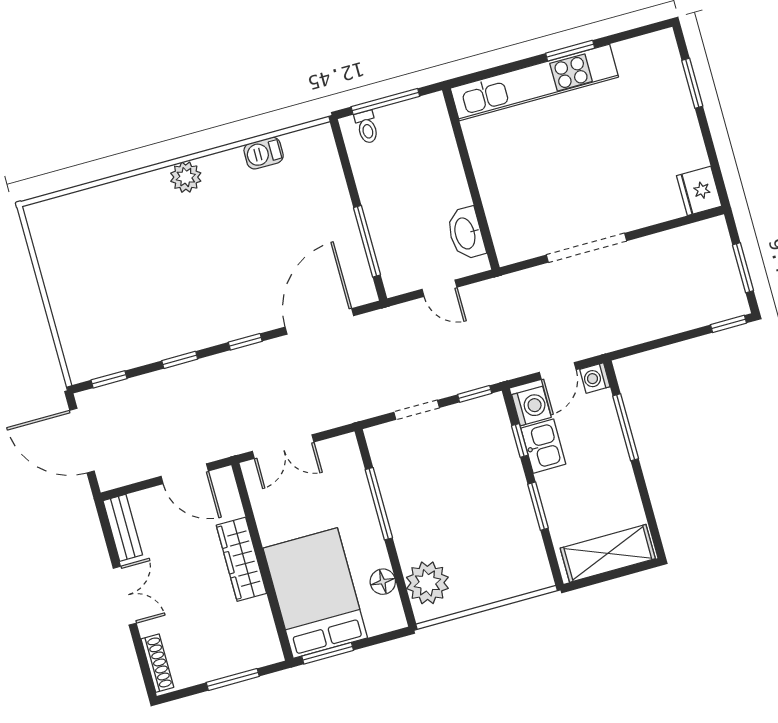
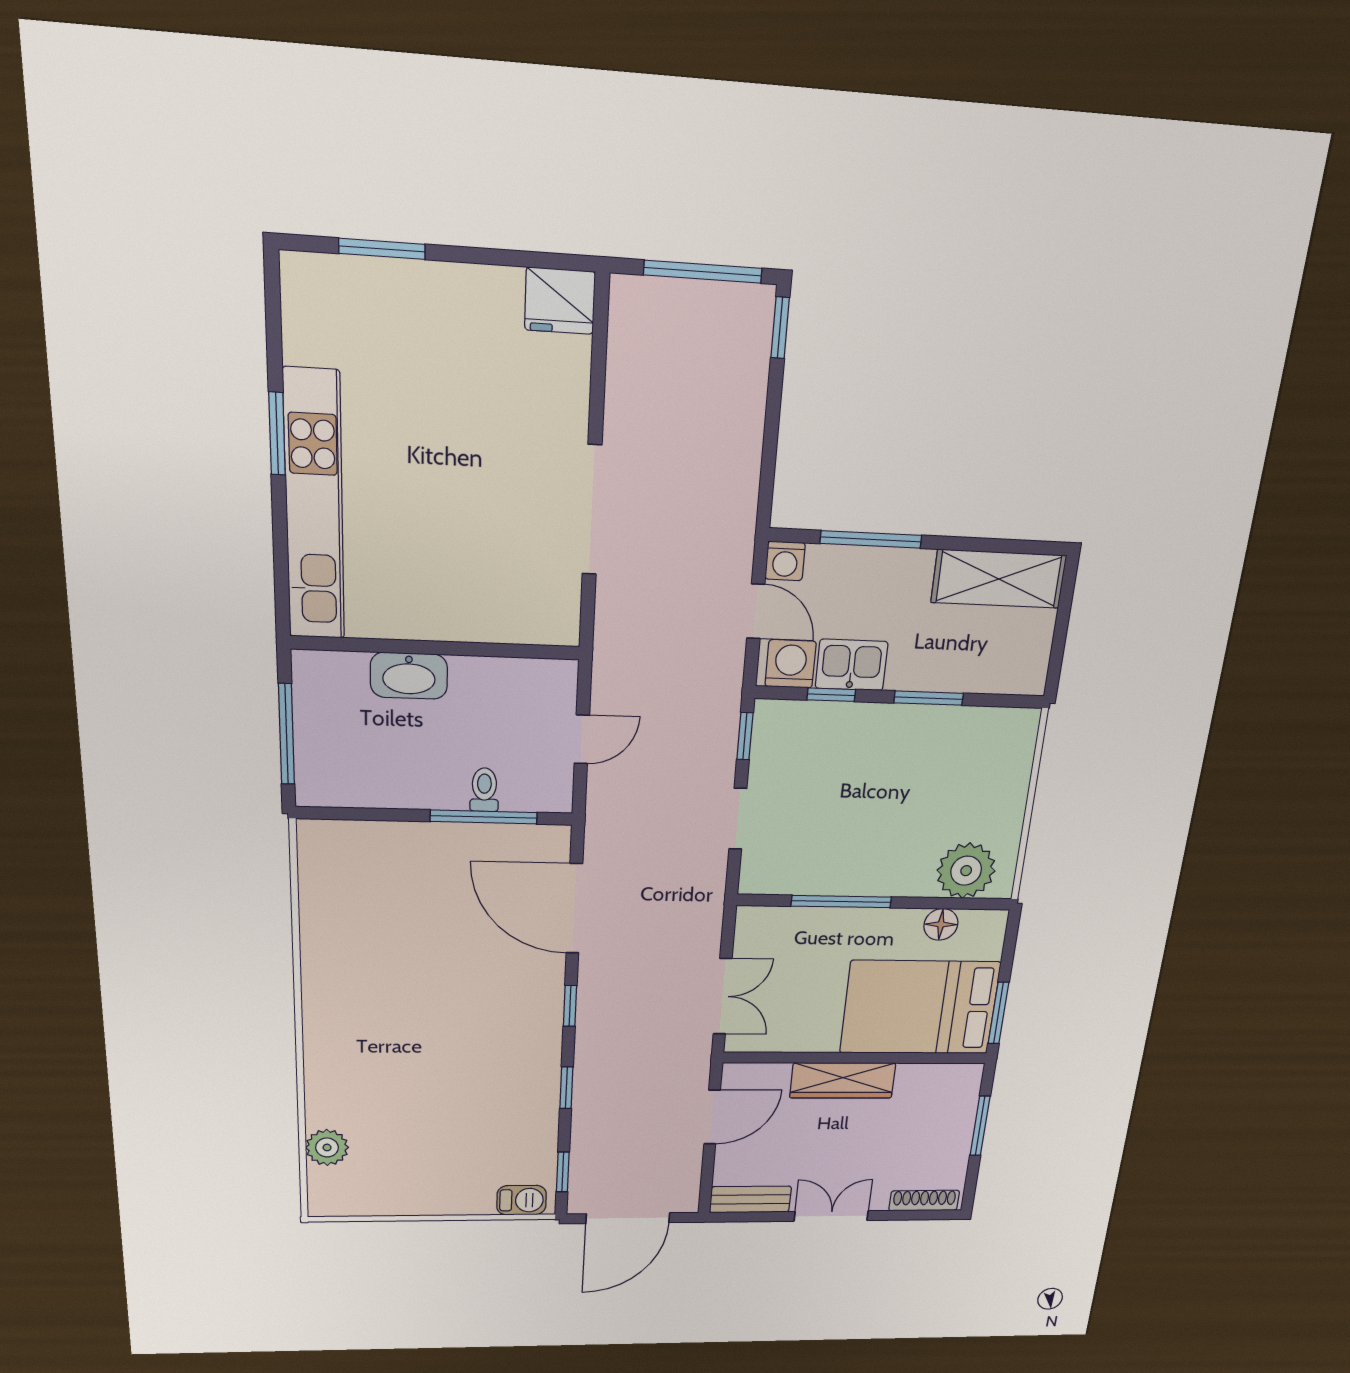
toilet: (367, 127) -> (484, 790), moved, turned -90
barbecue: (264, 153) -> (522, 1200), moved, turned -90
plant: (186, 177) -> (327, 1147), moved
washbasin: (466, 233) -> (409, 676), moved
window: (743, 268) -> (703, 272), width x1.44
shelving: (608, 553) -> (999, 579), moved, turned 90

